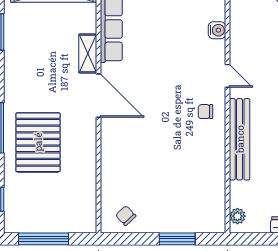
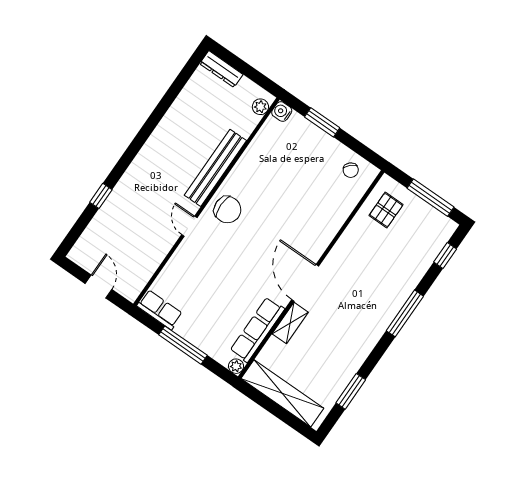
water cooler: (217, 30) -> (282, 112), moved
chair: (205, 112) -> (227, 210), width x1.87, depth x1.87
pallet: (38, 142) -> (386, 210), moved, width x0.49, depth x0.50

